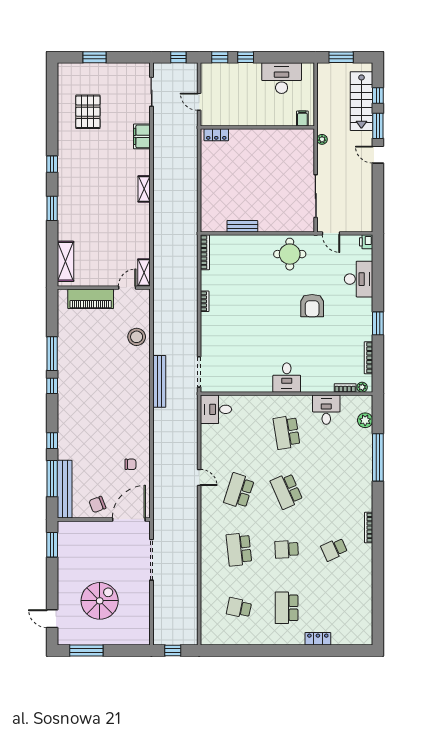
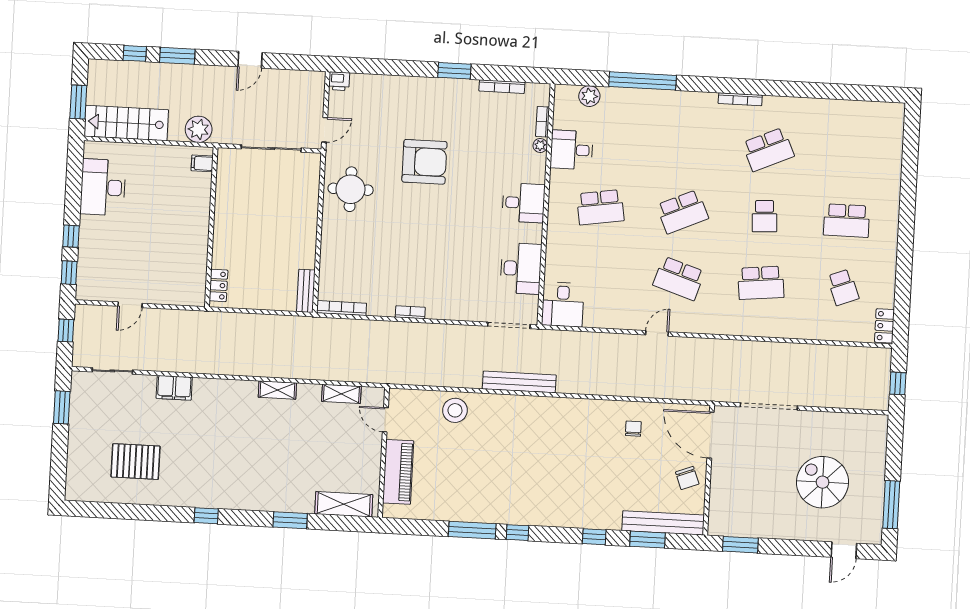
window: (94, 57) -> (62, 407), moved
stairs: (361, 101) -> (126, 123), moved, turned 180
filing cabinet: (302, 118) -> (202, 163), moved
wall: (257, 127) -> (211, 227), moved
locker: (216, 135) -> (219, 285), moved
plant: (322, 139) -> (199, 129), width x1.88, depth x1.88
door: (378, 155) -> (250, 60), moved
shelving: (144, 189) -> (277, 390), moved
window: (52, 208) -> (290, 520), moved
bench: (242, 226) -> (306, 291), moved
shelving: (144, 273) -> (341, 394), moved
desk: (359, 279) -> (521, 268), moved, turned 90
armchair: (312, 306) -> (424, 162), width x1.36, depth x1.36
plant: (362, 387) -> (540, 145), moved
window: (52, 479) -> (648, 540), width x0.69
school desk: (334, 549) -> (768, 149), width x1.85
school desk: (239, 608) -> (843, 287), turned -33
locker: (318, 639) -> (884, 326), moved

